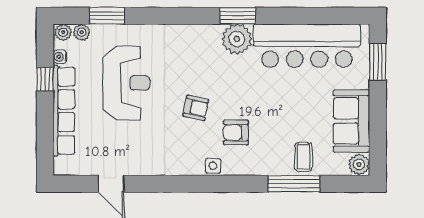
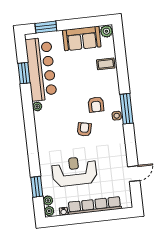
window: (238, 16) -> (24, 73), moved
plant: (237, 39) -> (37, 106), width x0.53, depth x0.53
window: (45, 79) -> (77, 219), removed
window: (294, 184) -> (126, 109), moved

